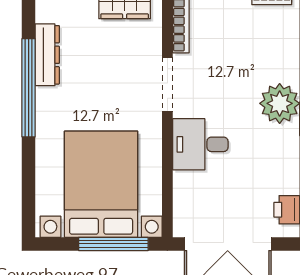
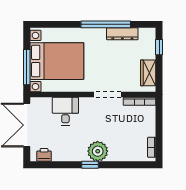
desk: (200, 144) -> (65, 111), moved

